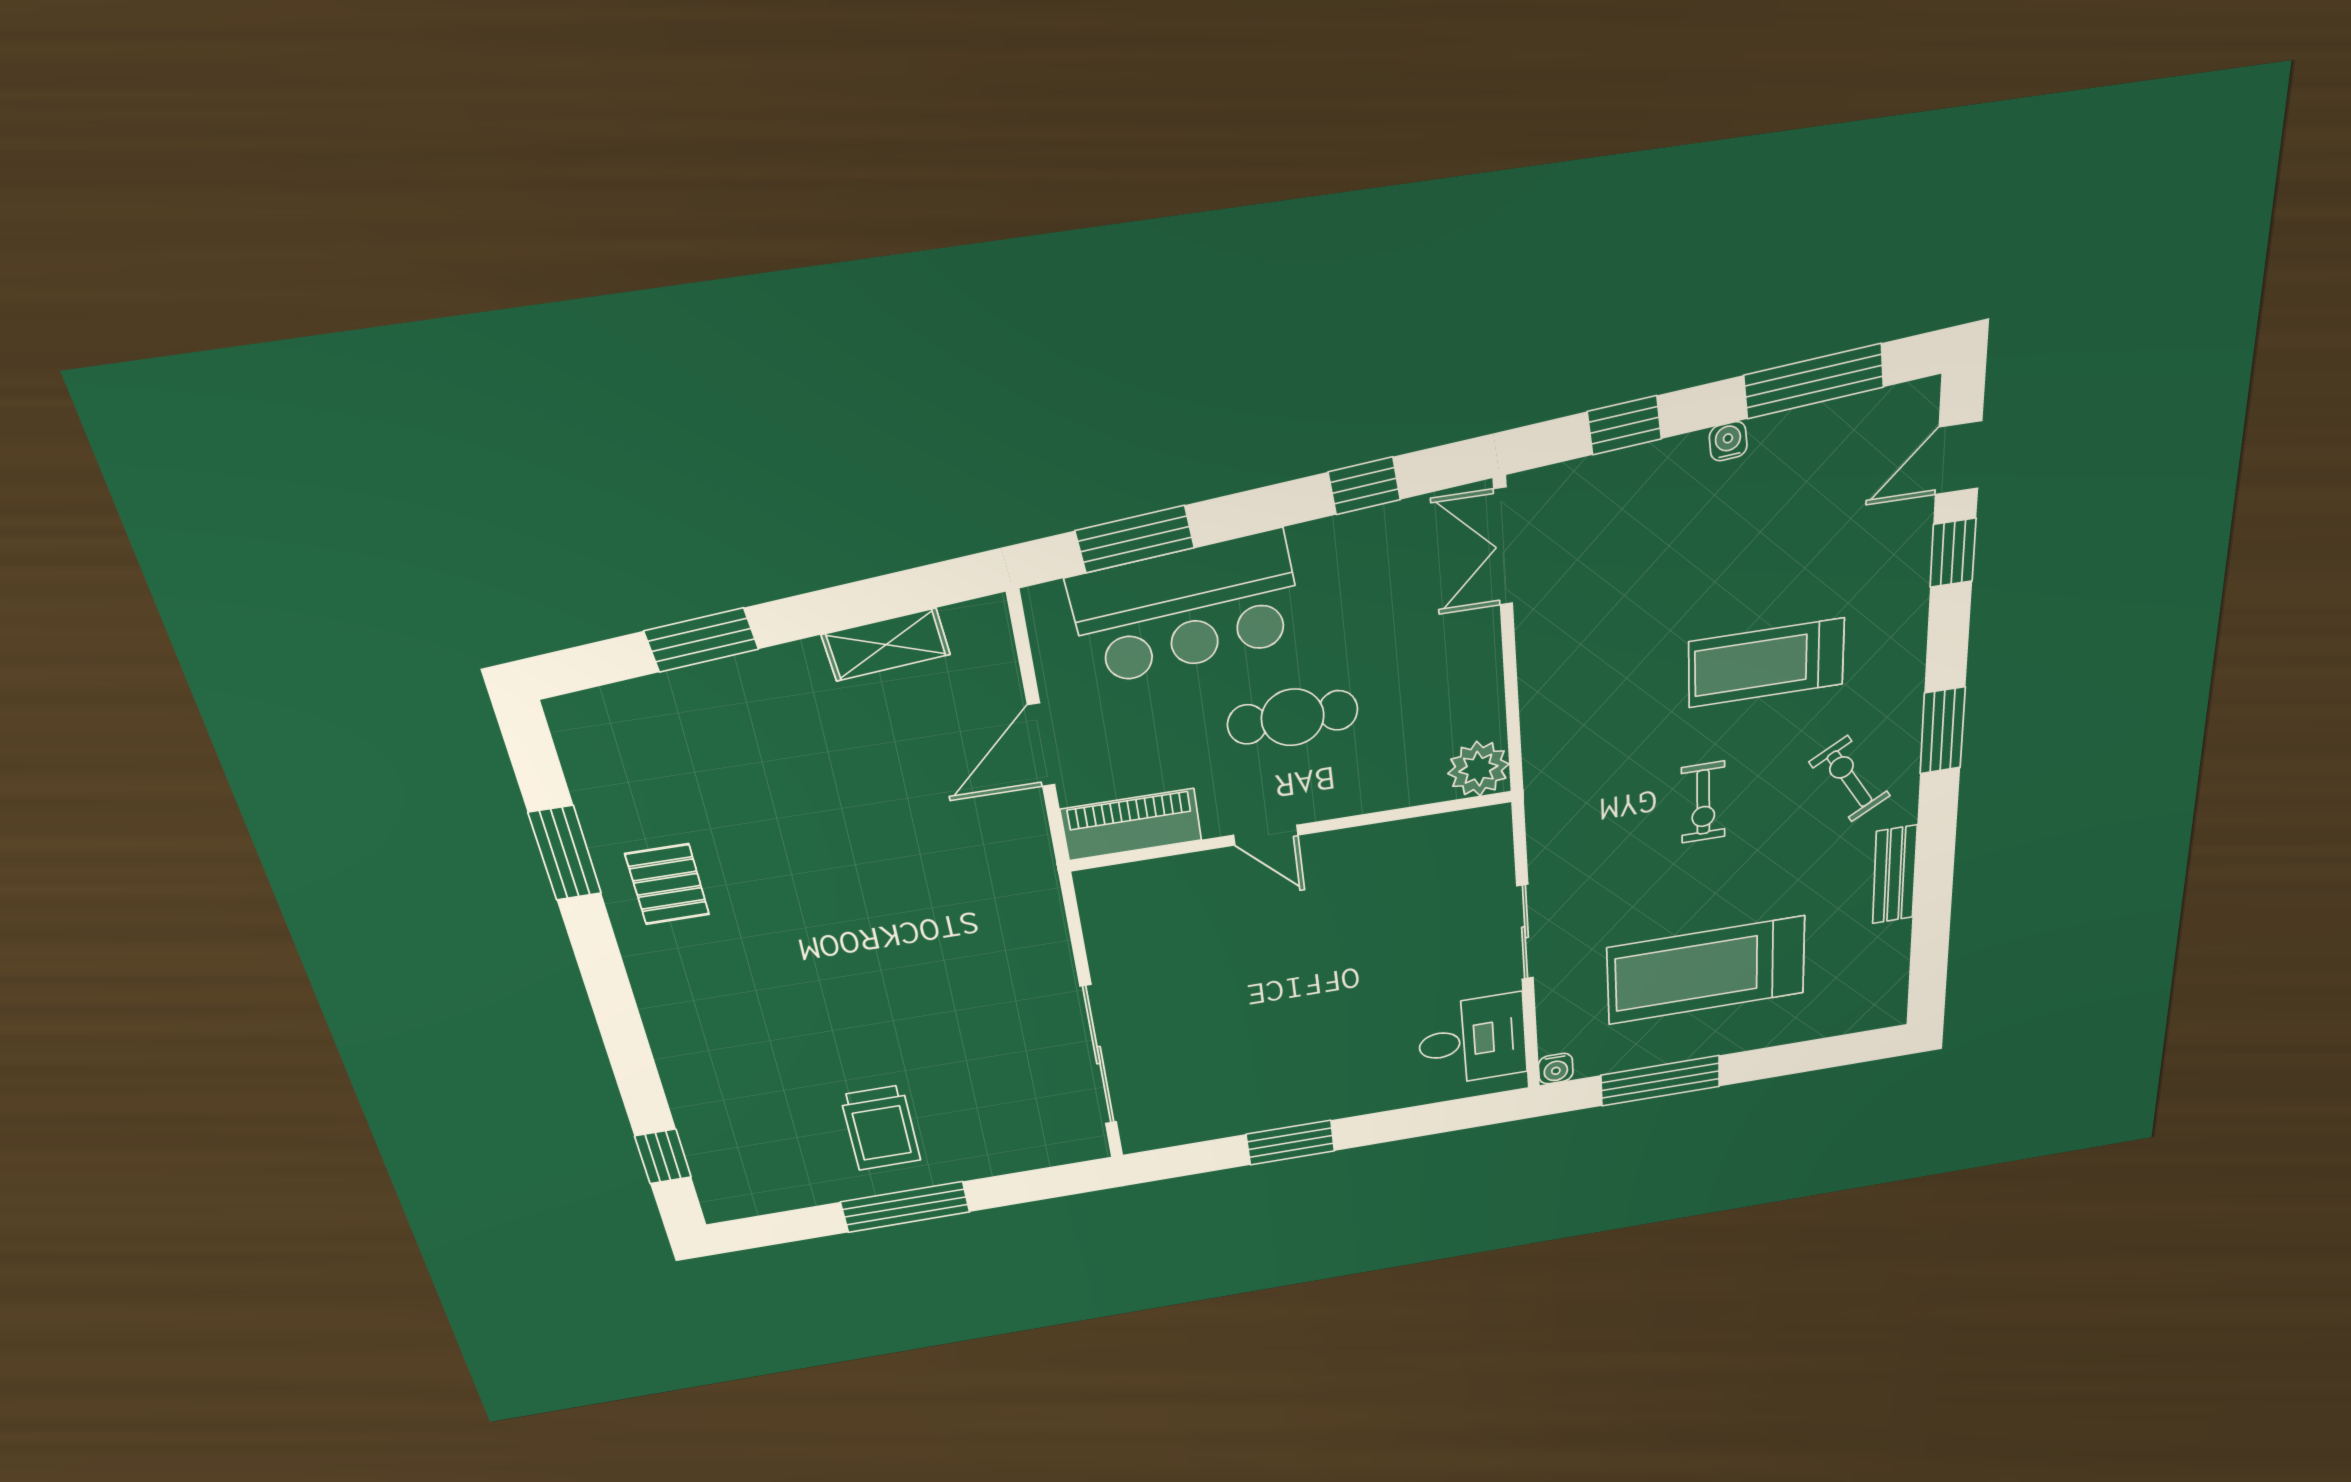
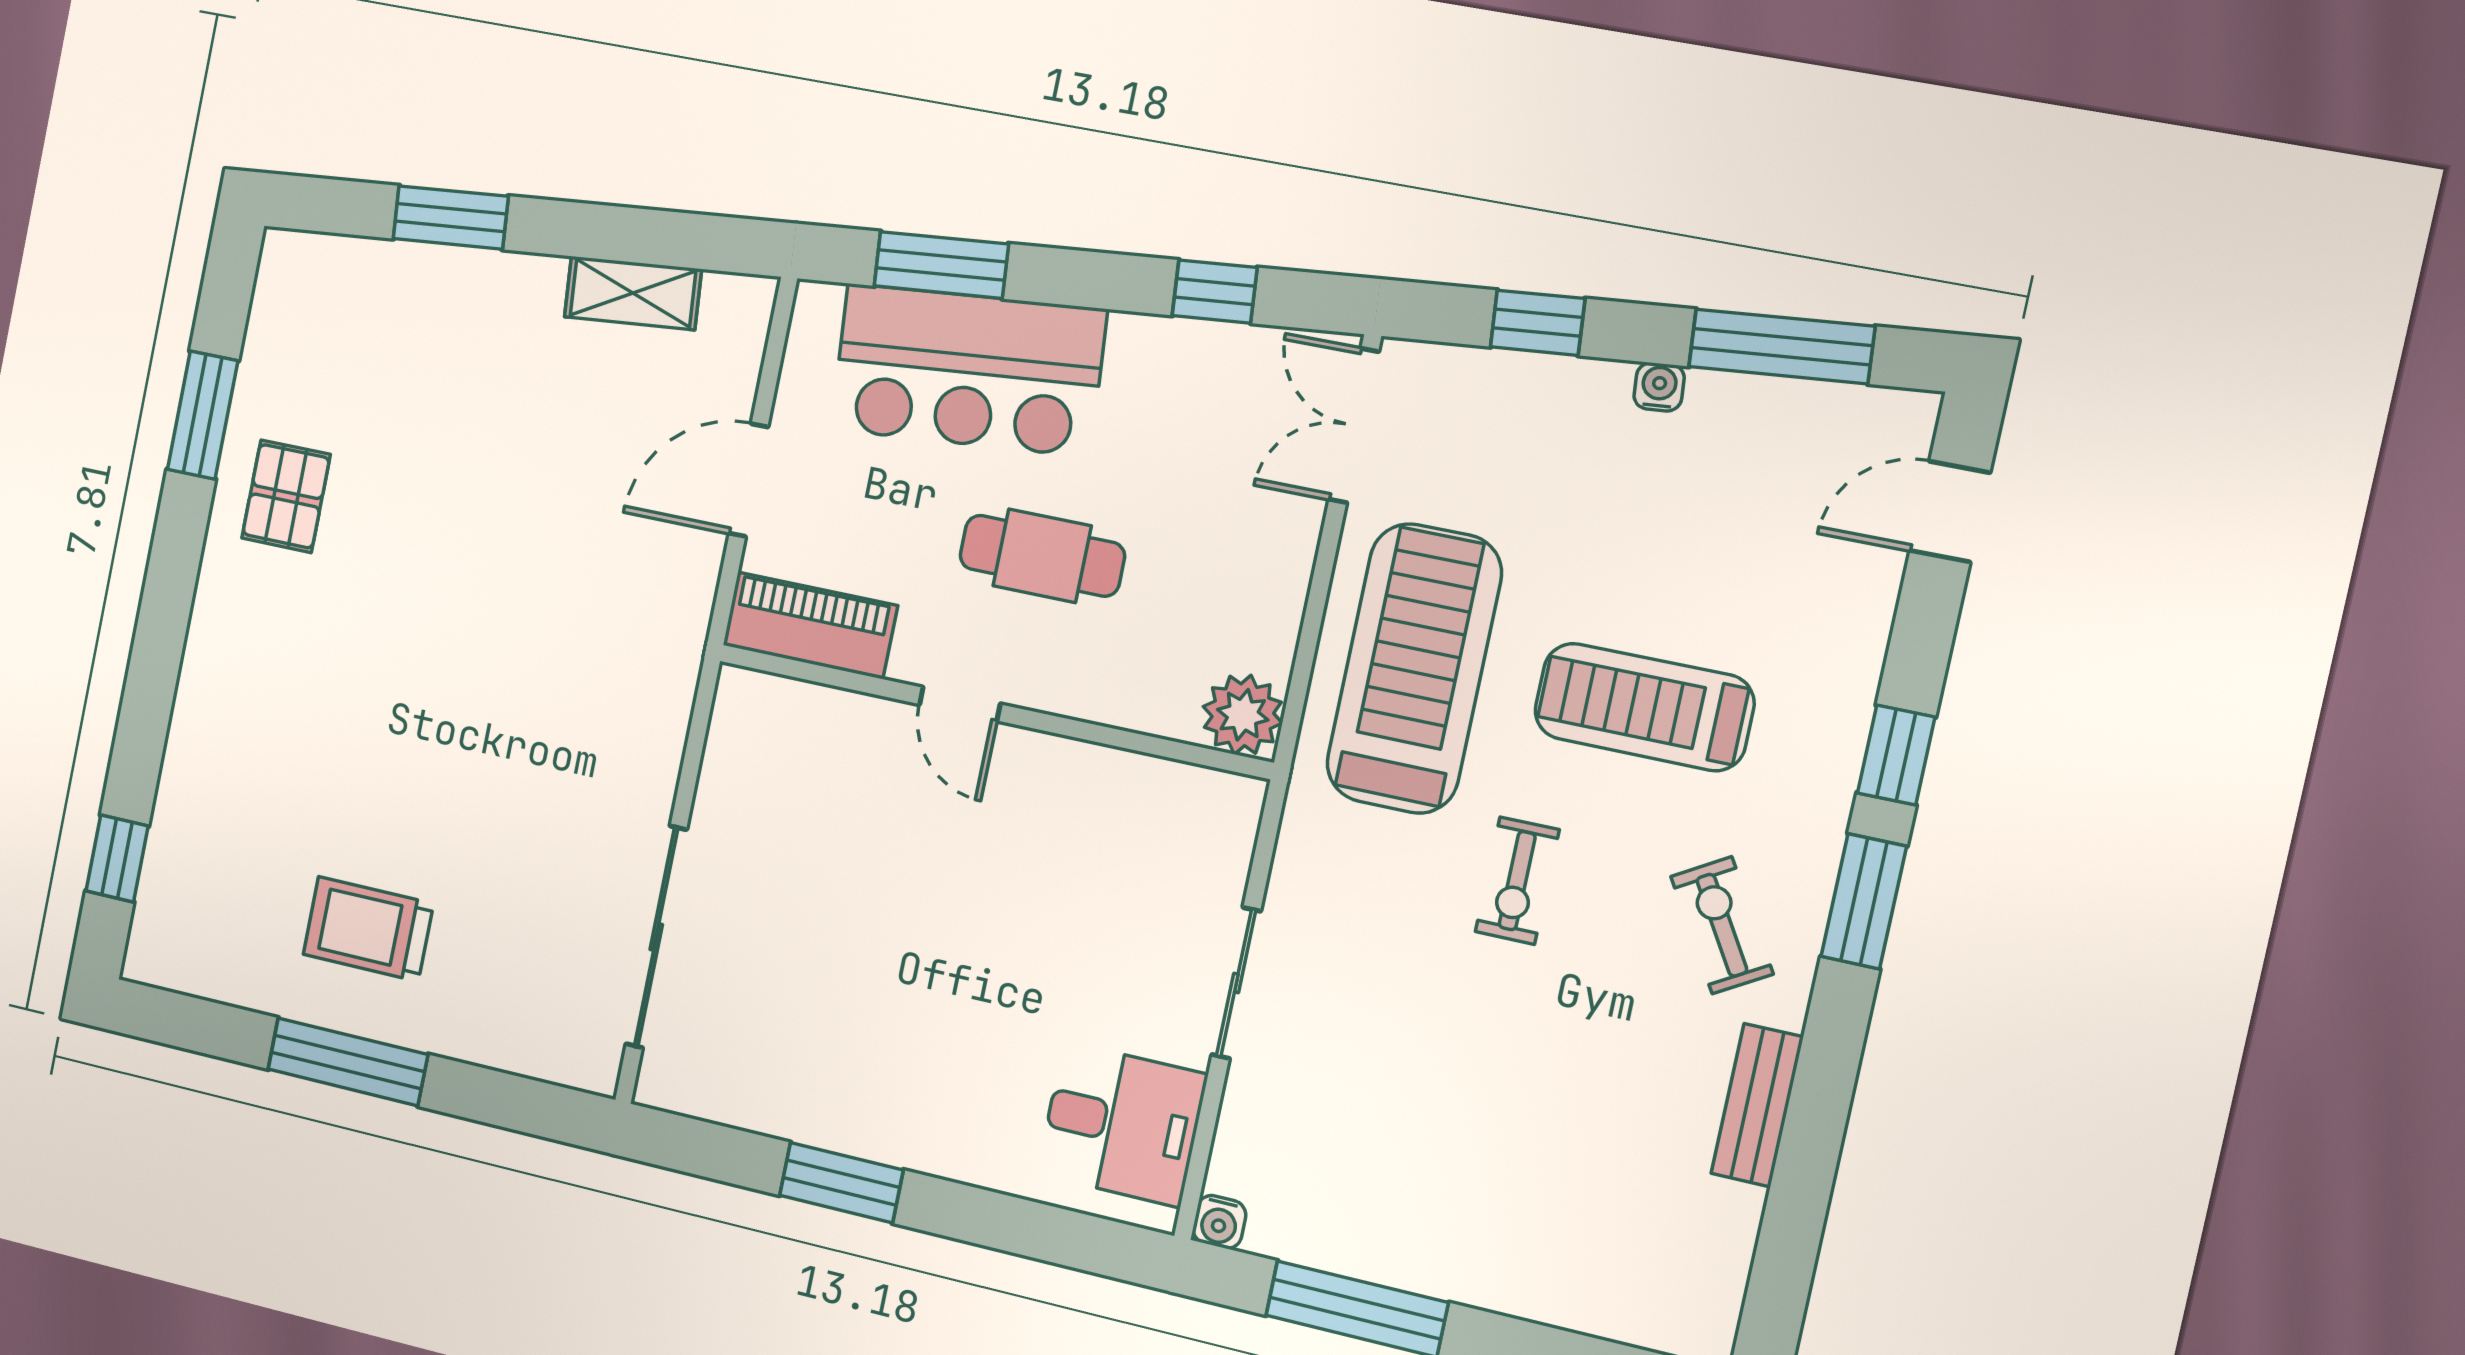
window: (1953, 553) -> (1896, 755), moved
treadmill: (1706, 970) -> (1414, 669), moved, turned 90
trolley: (881, 1128) -> (368, 929), turned 90

